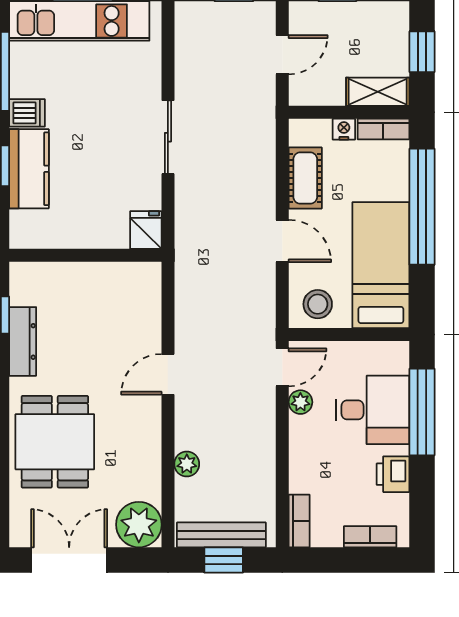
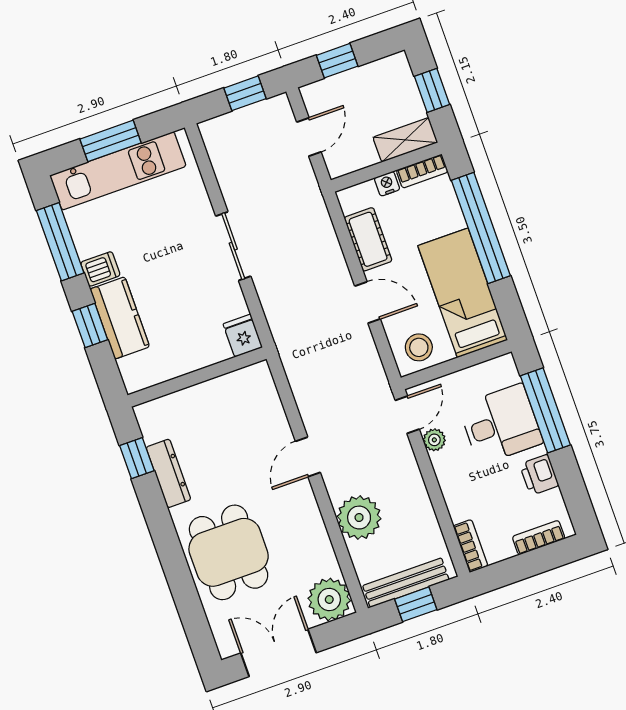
plant: (187, 464) -> (359, 518), width x1.88, depth x1.88

